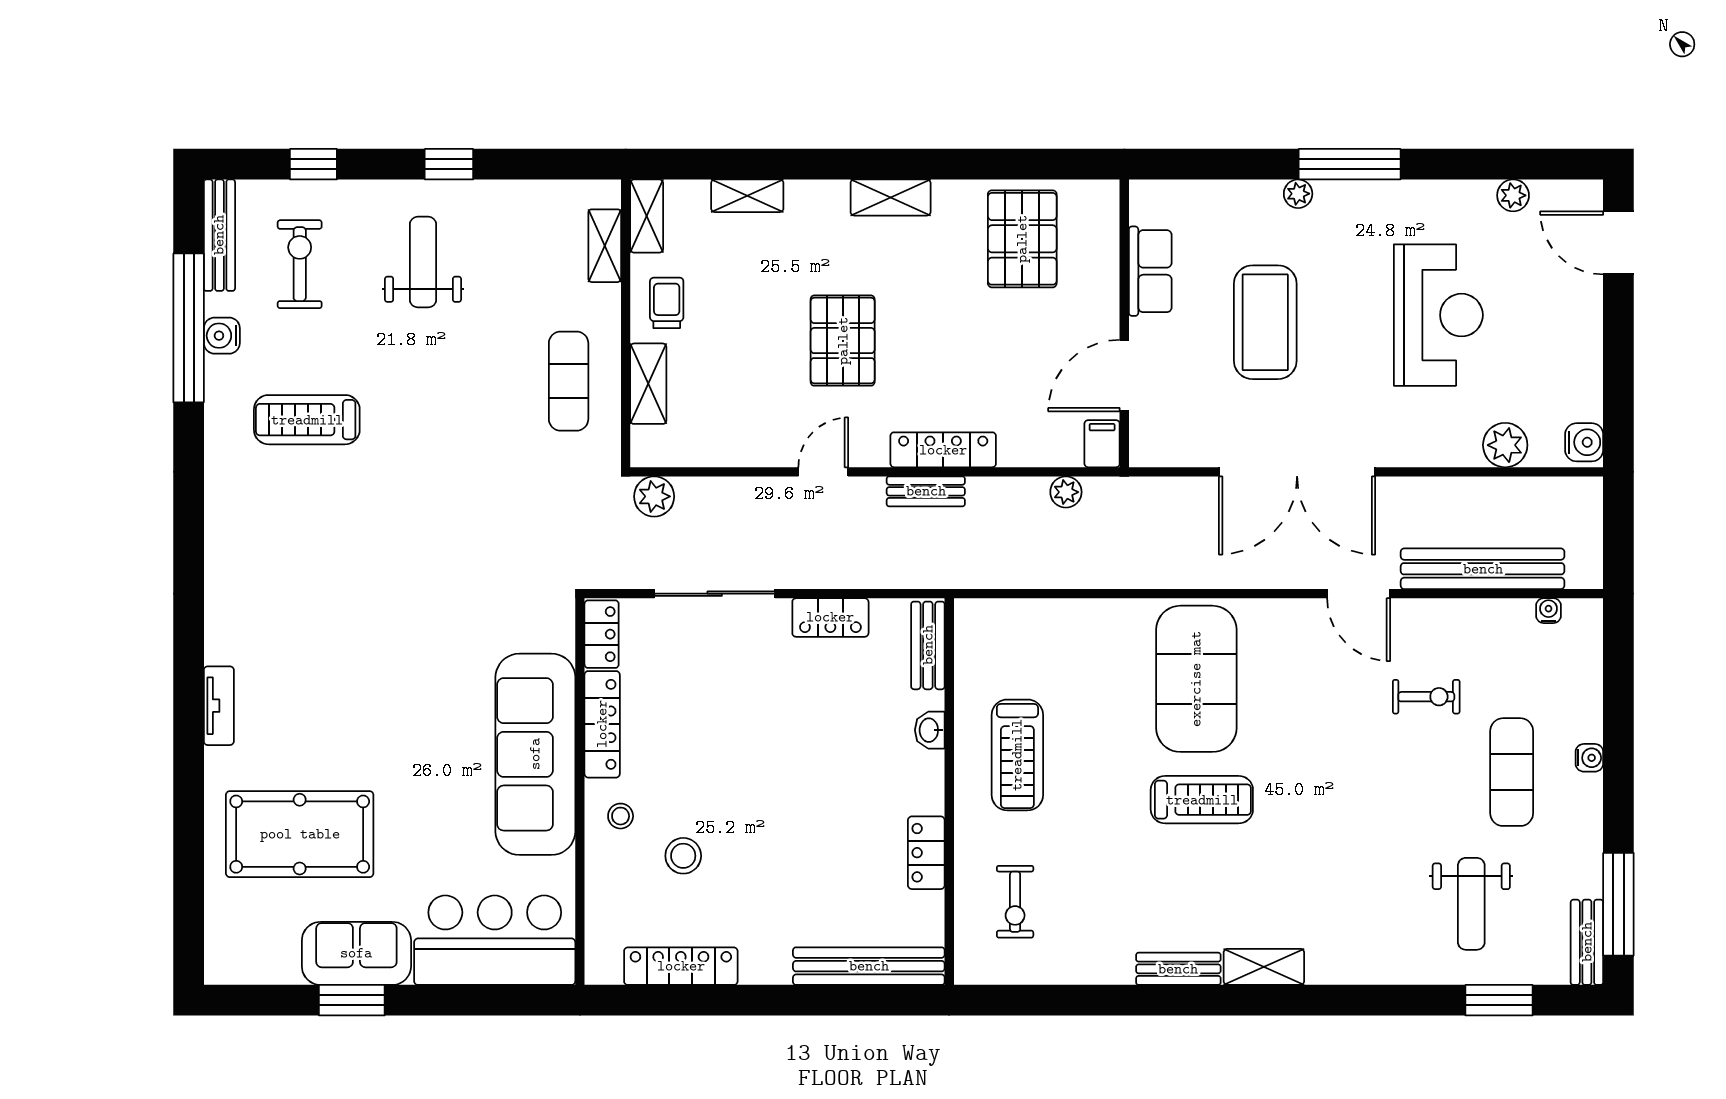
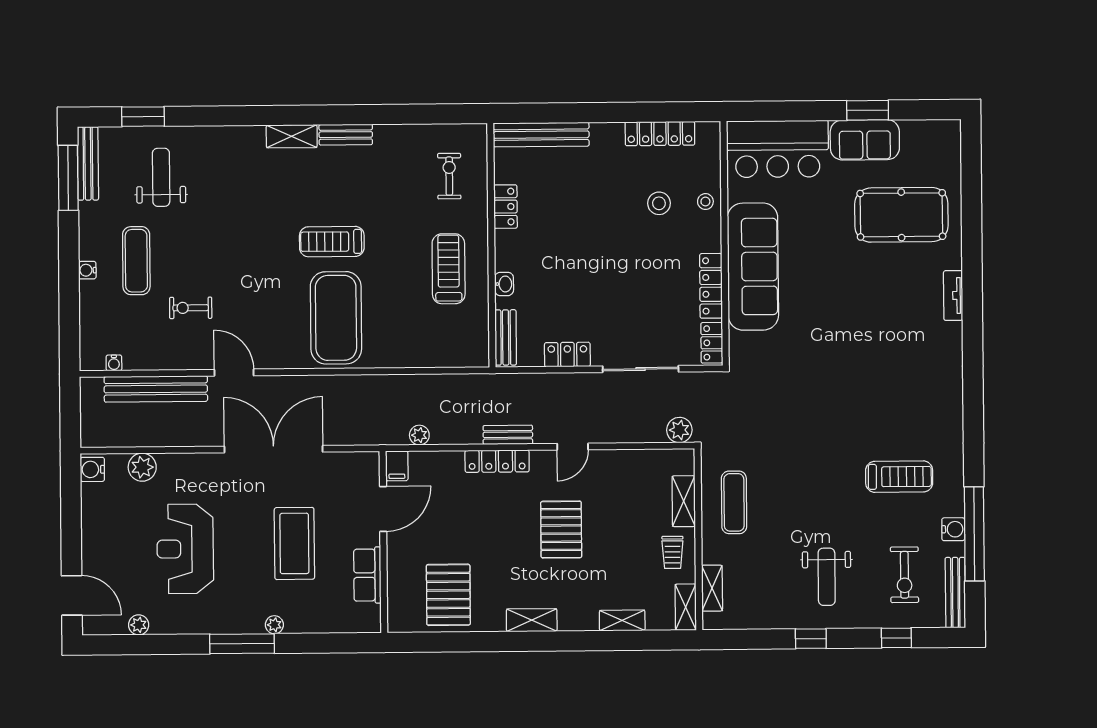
stool: (621, 816) -> (705, 202), moved
bench: (1587, 942) -> (88, 163), width x1.36

